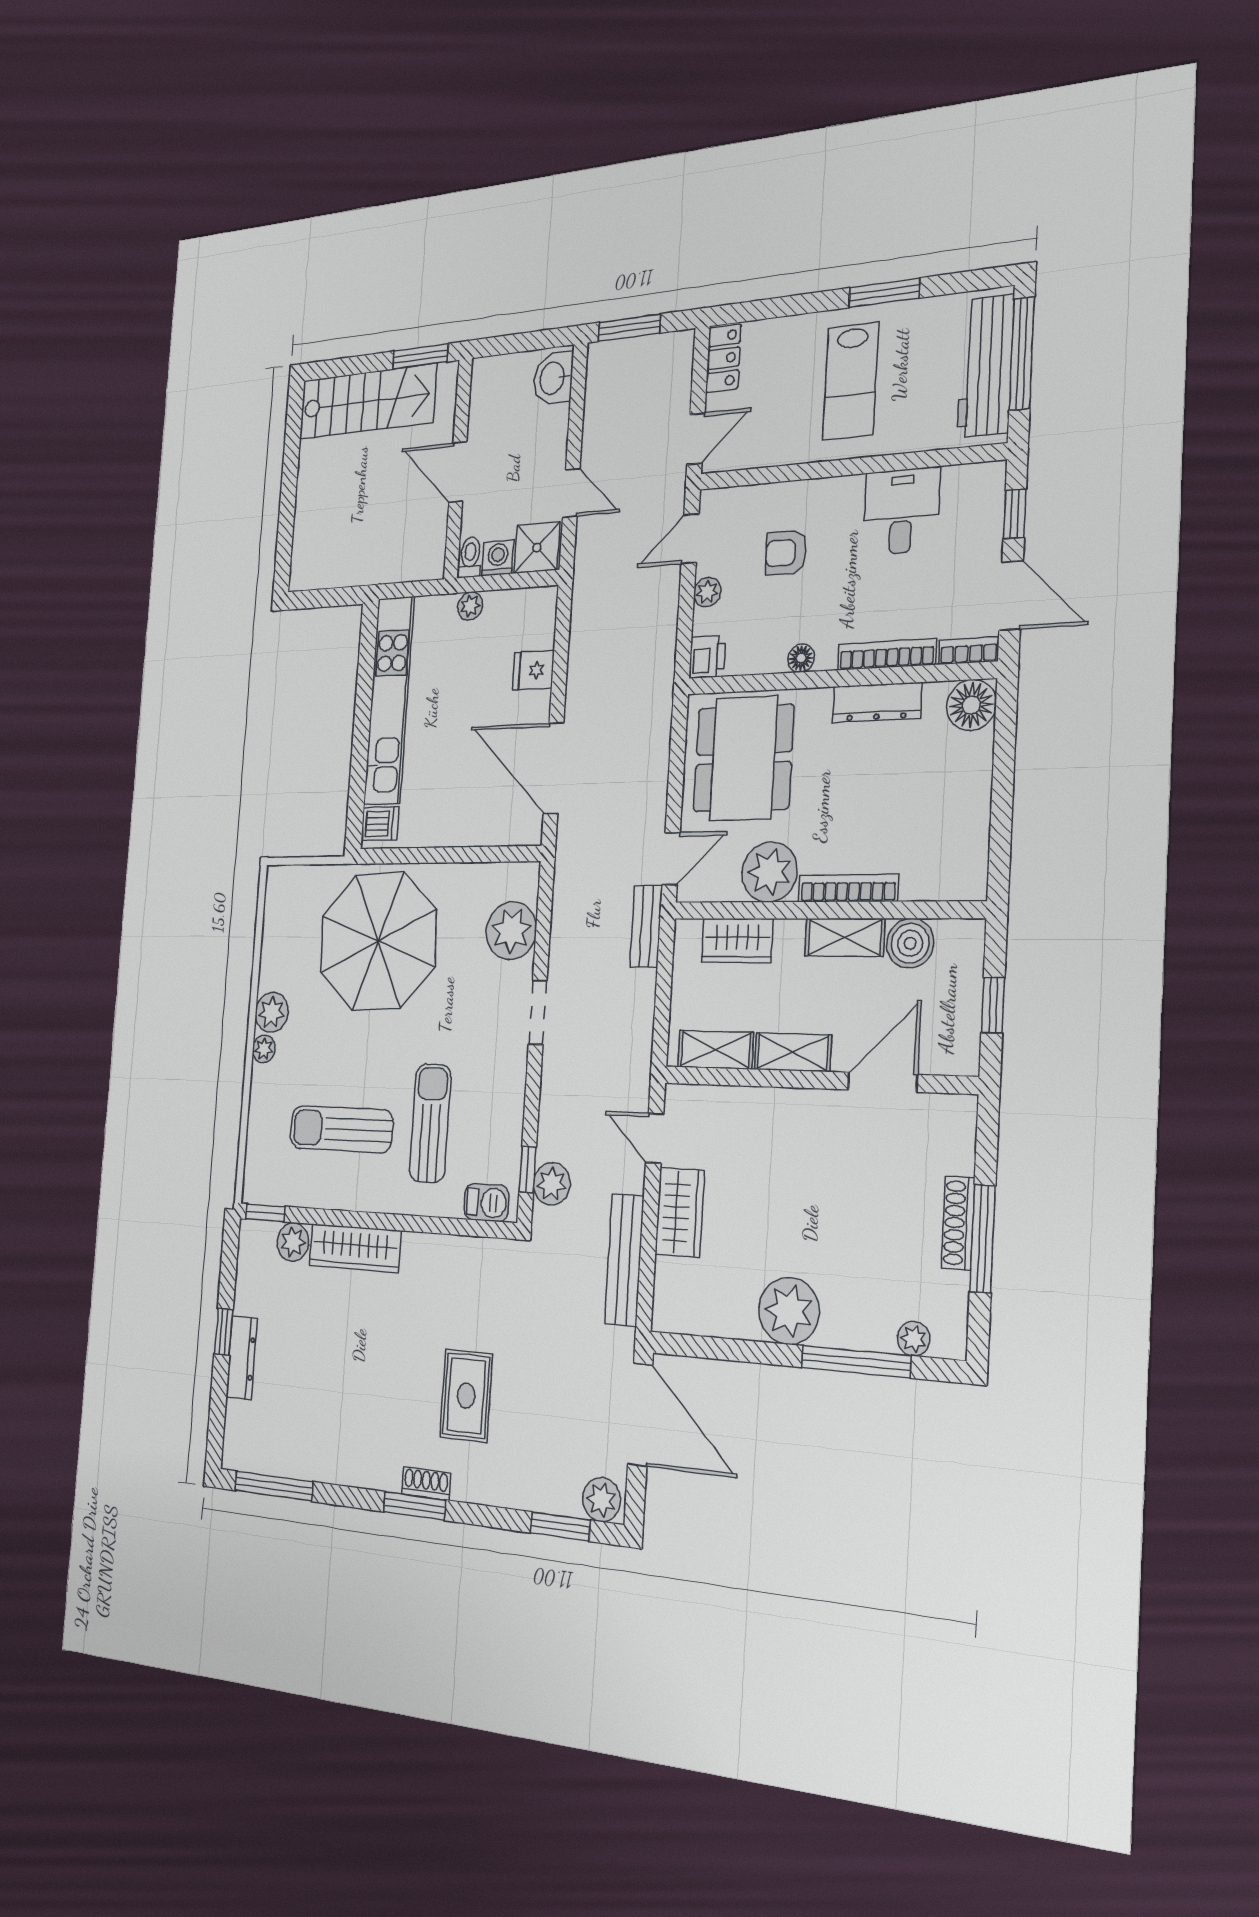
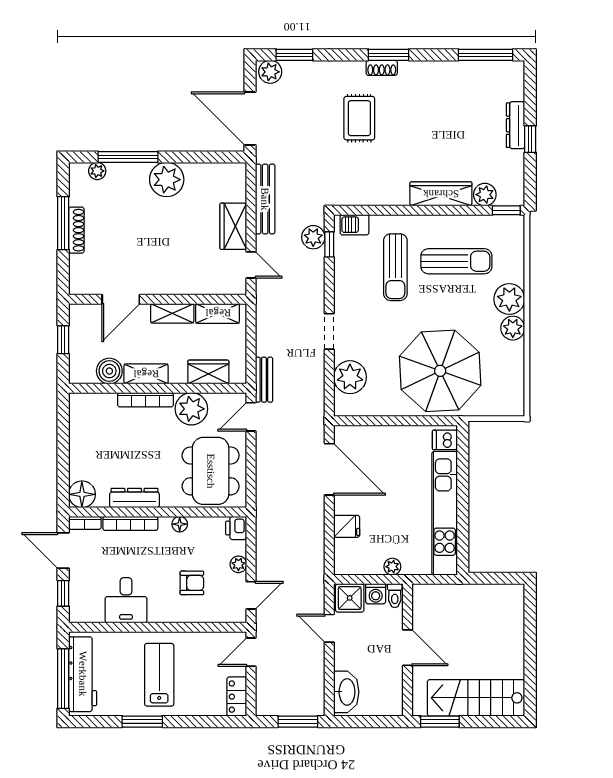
washbasin: (553, 378) -> (346, 692), width x1.38
plant: (264, 1049) -> (509, 299), width x1.87, depth x1.87

